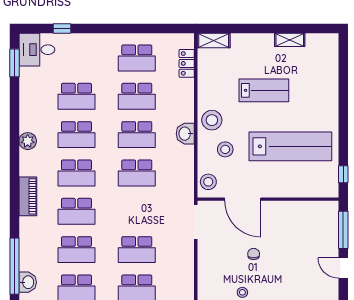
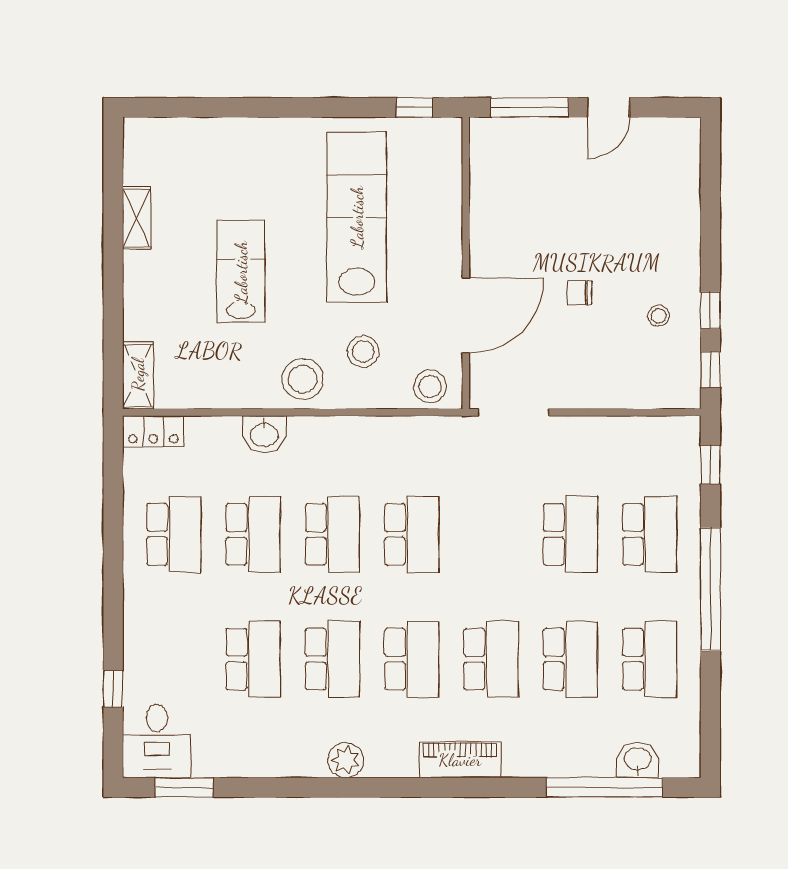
locker: (187, 63) -> (153, 431), moved
washbasin: (185, 134) -> (264, 434), moved

